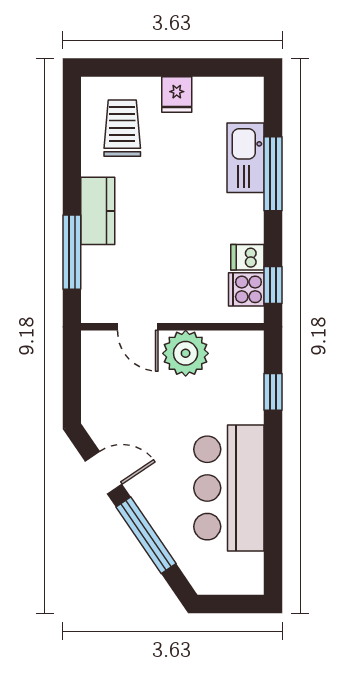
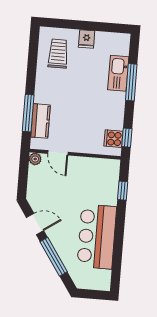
kitchen counter: (98, 211) -> (41, 121), moved
dishwasher: (247, 257) -> (115, 123), removed
plant: (186, 353) -> (35, 159), moved, width x0.53, depth x0.53

